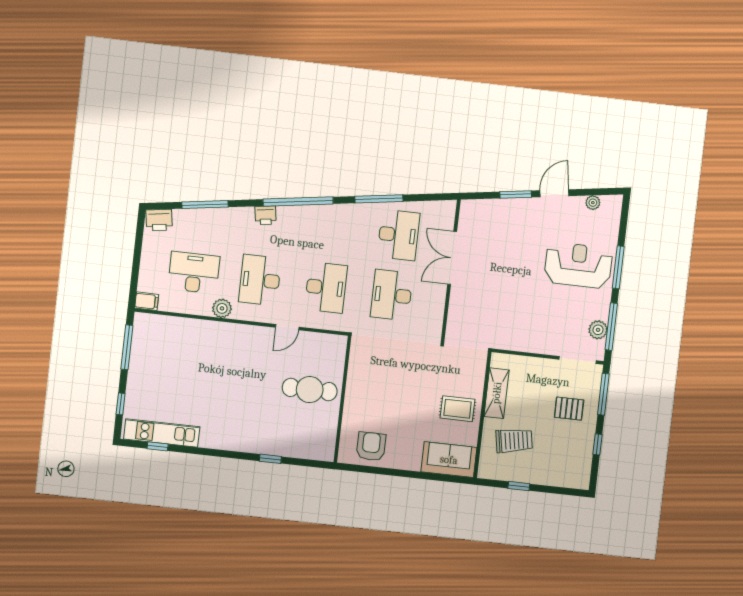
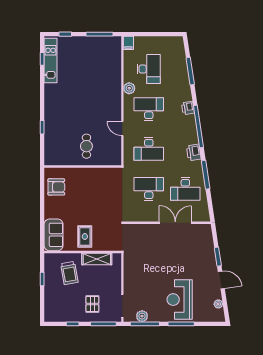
printer: (159, 220) -> (194, 152), moved
reception desk: (578, 265) -> (180, 300), turned 180
cafe table: (310, 390) -> (86, 146), width x0.73, depth x0.74

